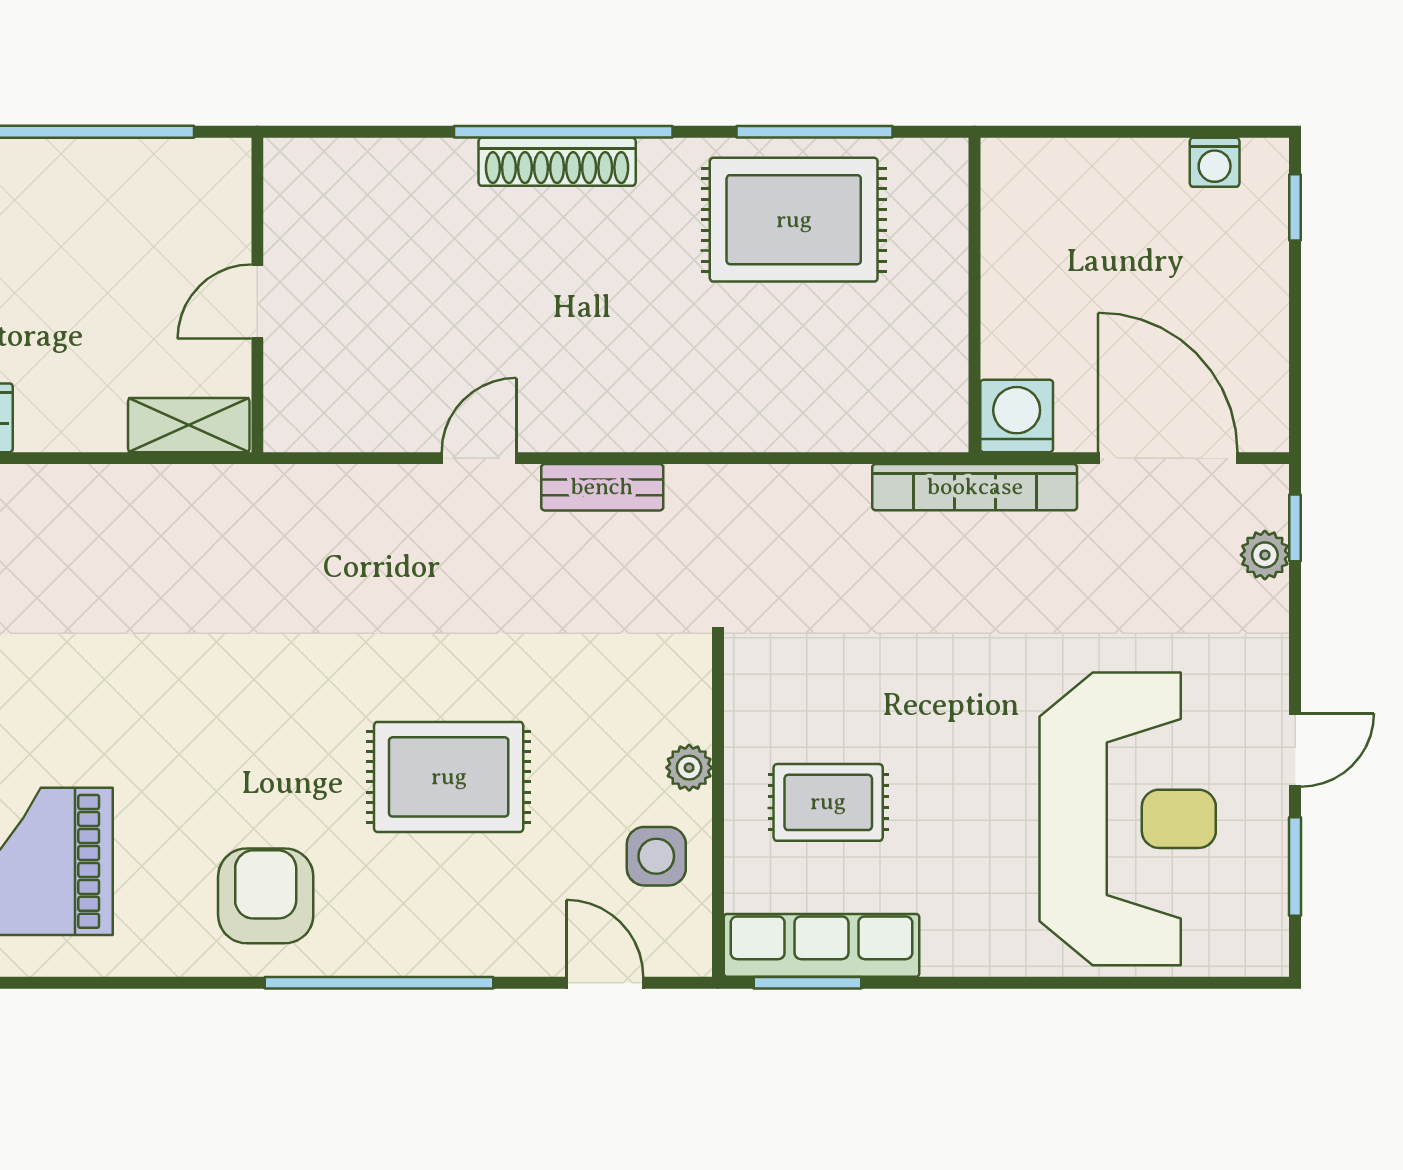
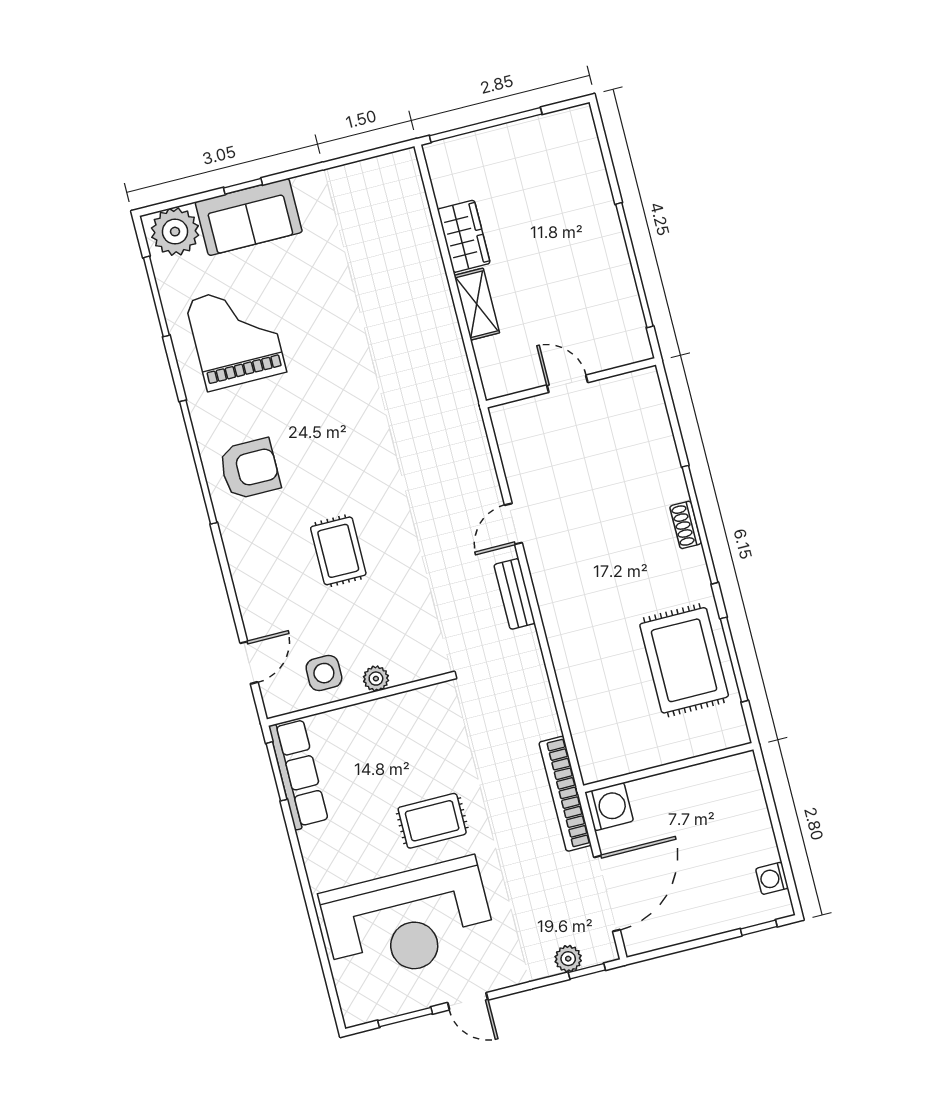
shoe rack: (557, 162) -> (686, 525), width x0.51, depth x0.81
shelving: (189, 425) -> (477, 304), moved
door: (479, 458) -> (513, 524), swing flipped
rug: (449, 777) -> (338, 551), width x0.73, depth x0.70
rug: (828, 802) -> (432, 821), moved, turned 90
window: (379, 983) -> (198, 462), moved

